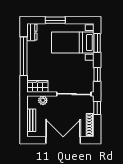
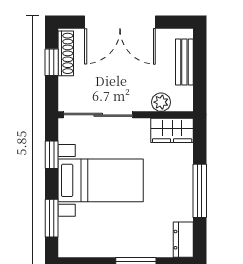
bed with nightstands: (73, 42) -> (101, 180), moved
window: (24, 56) -> (200, 191), width x0.68
window: (97, 108) -> (52, 62), moved

